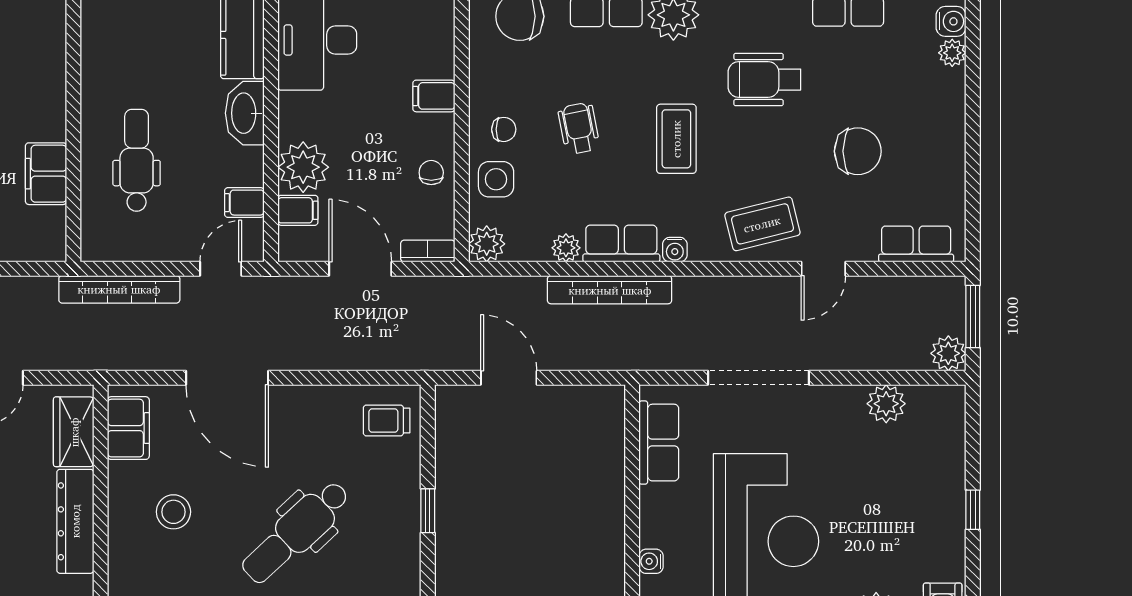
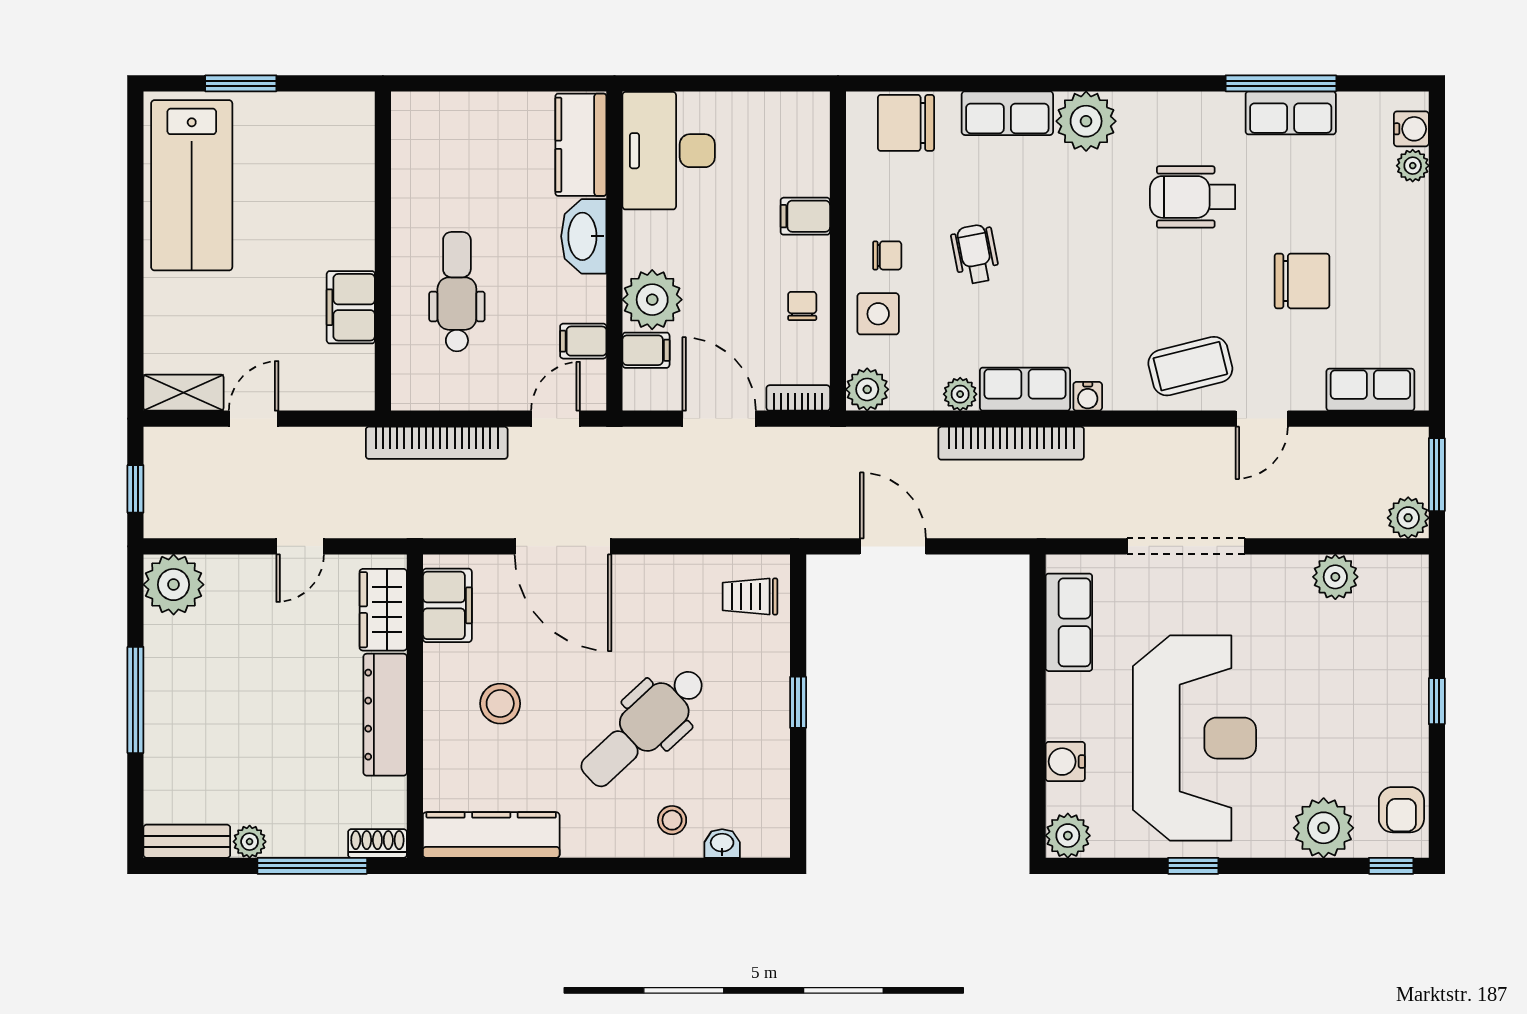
coffee table: (676, 139) -> (1089, 266), removed
water cooler: (651, 561) -> (1065, 762), width x1.38, depth x1.38

